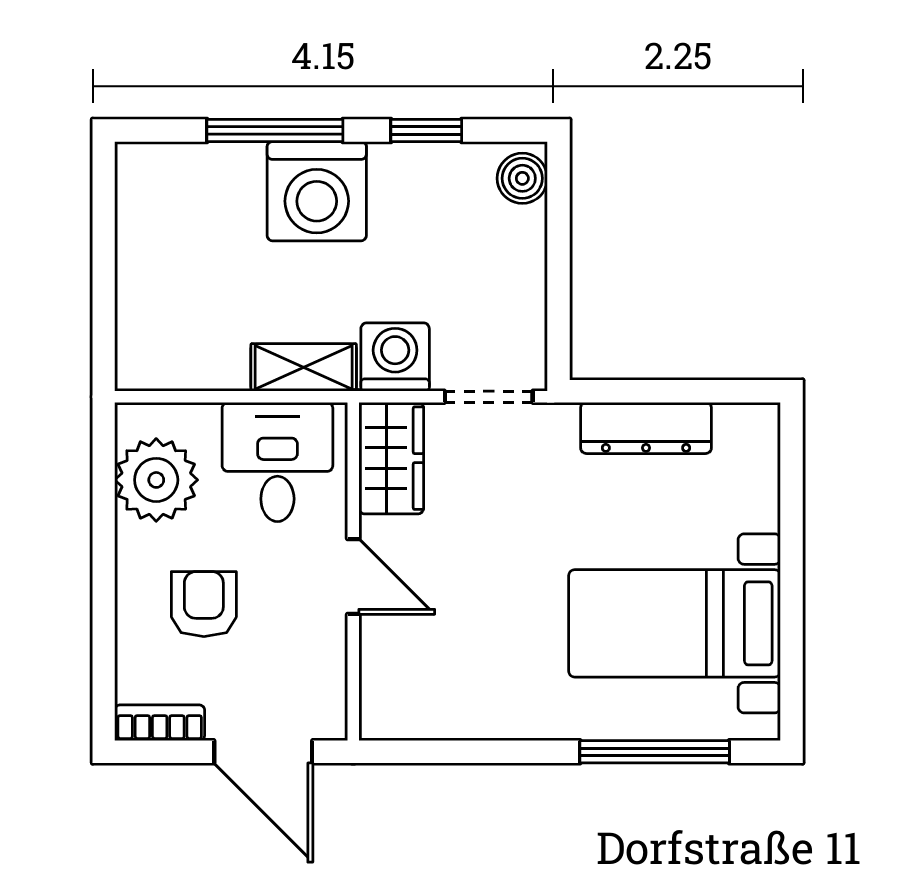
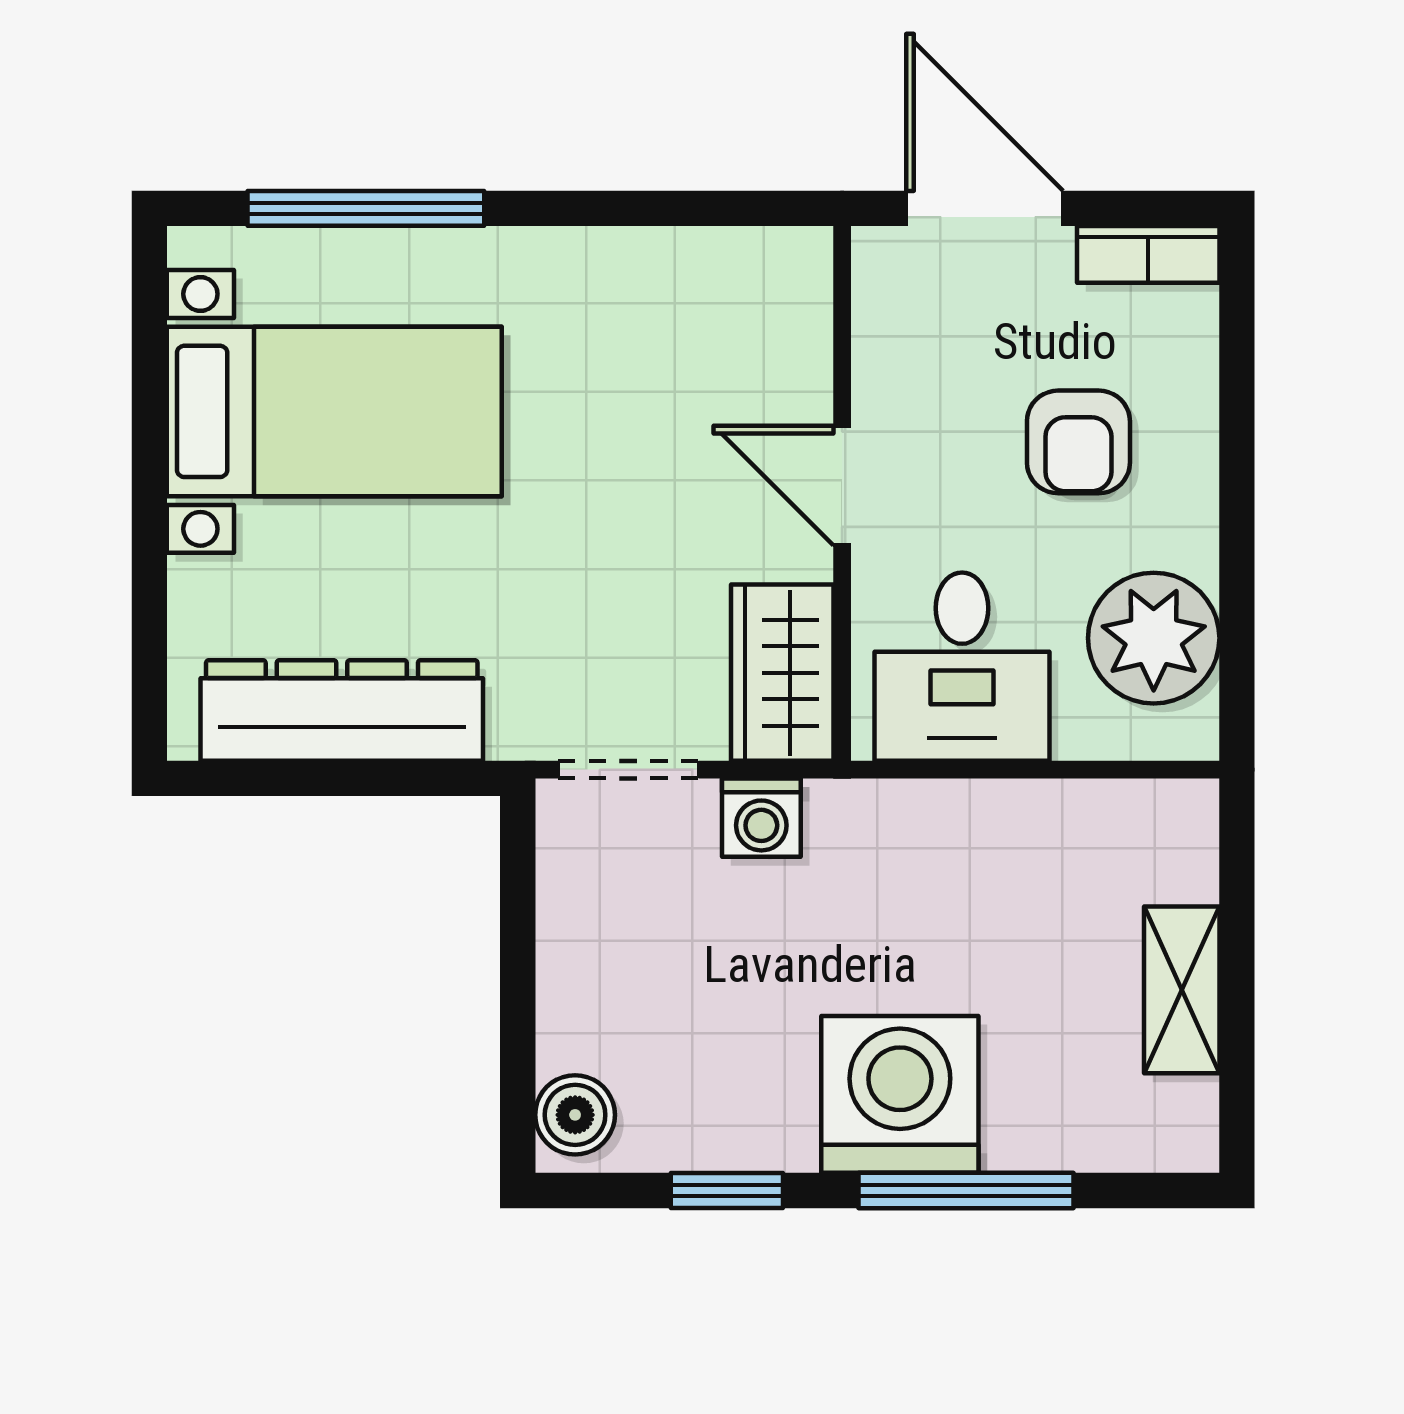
washing machine: (395, 357) -> (761, 818), width x0.73, depth x0.73
shelving: (304, 367) -> (1182, 990), moved, turned 90
dresser: (646, 428) -> (342, 710), width x1.37, depth x1.24

